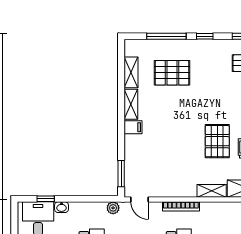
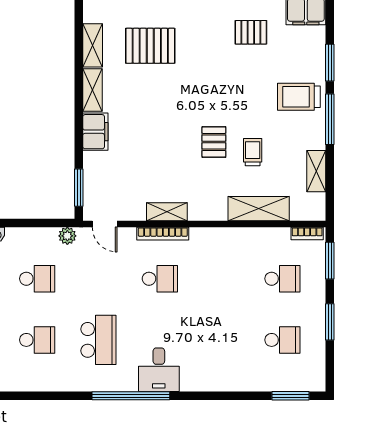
filing cabinet: (133, 127) -> (95, 132), width x2.00
pallet: (217, 141) -> (214, 142), width x0.67, depth x0.71
shelving: (212, 191) -> (167, 212), moved

